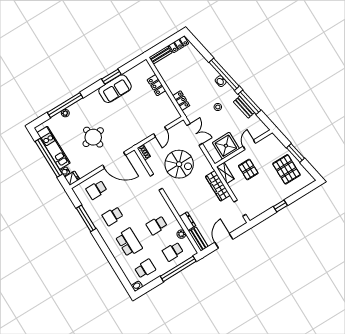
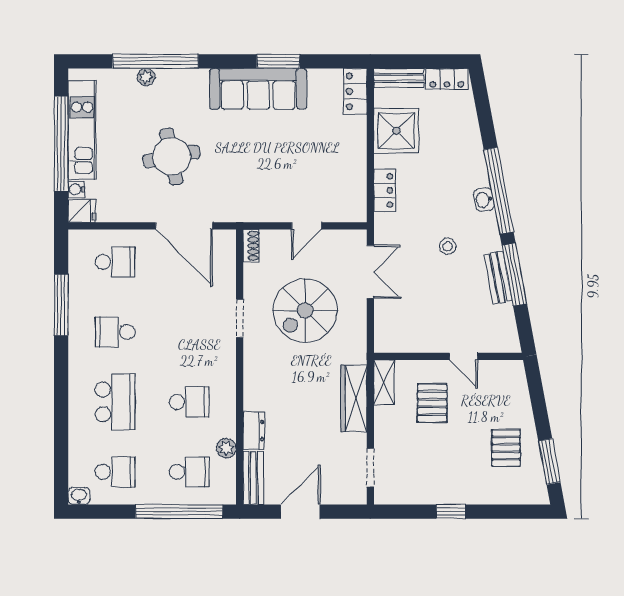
locker: (156, 85) -> (355, 91), moved
sofa: (115, 89) -> (258, 89), width x1.36
door: (249, 145) -> (463, 356), swing flipped
shower: (226, 146) -> (396, 131), moved
window: (295, 153) -> (549, 462), moved
spiral stairs: (179, 164) -> (305, 311), turned 90
pallet: (286, 169) -> (506, 448), width x0.67, depth x0.71
school desk: (96, 190) -> (115, 262), turned 180
school desk: (157, 225) -> (189, 402), turned 180
school desk: (173, 252) -> (189, 472), turned 180

